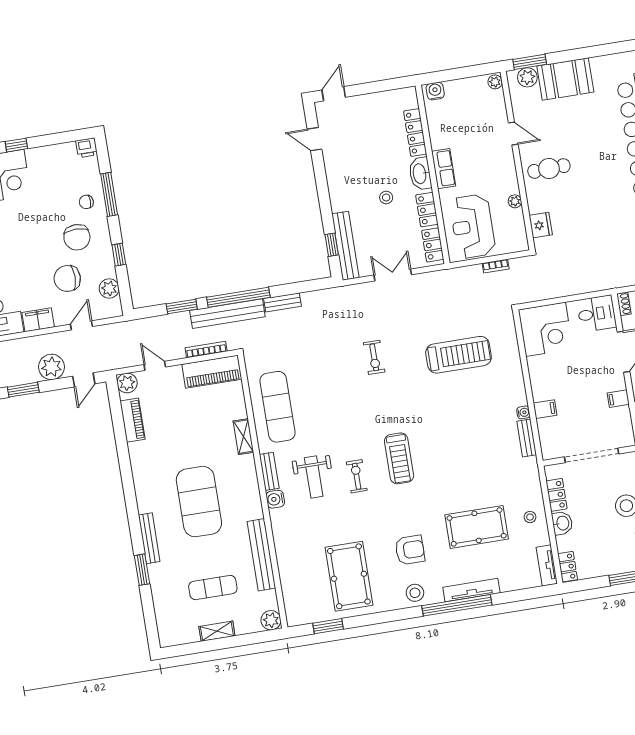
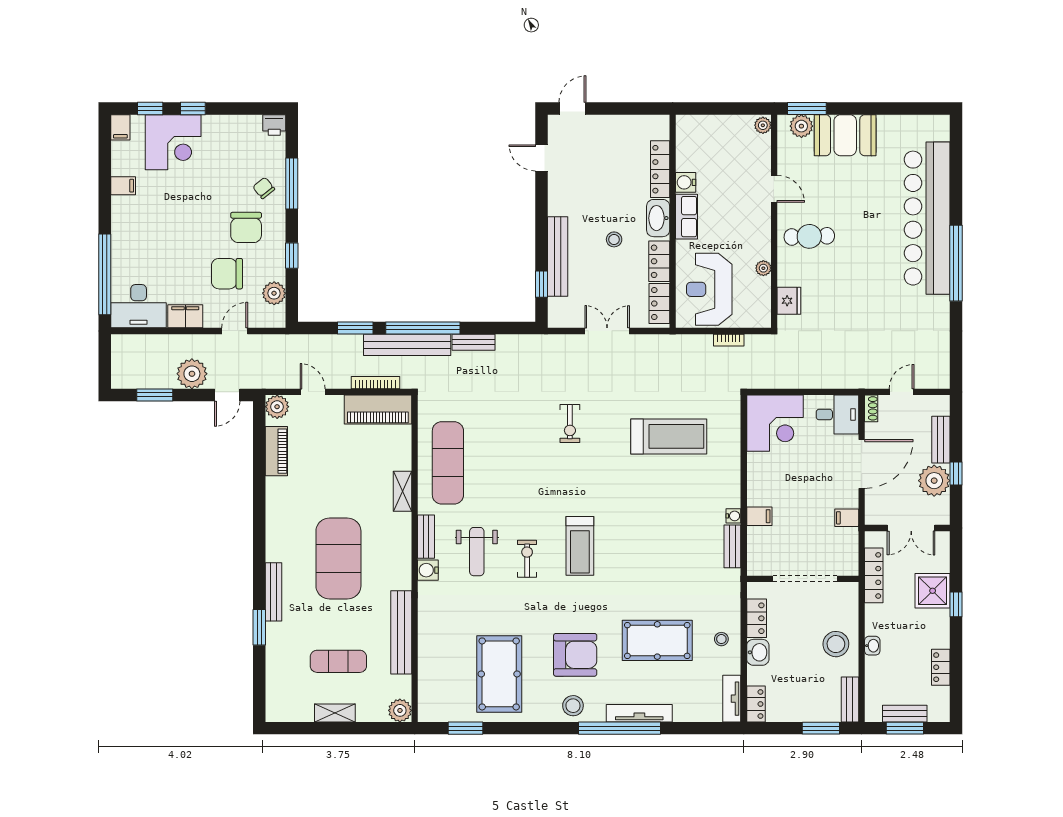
water cooler: (435, 91) -> (686, 182), moved, turned -90
chair: (86, 202) -> (264, 188), turned 51
bench: (346, 246) -> (558, 256), moved
armchair: (410, 550) -> (575, 655), width x1.36, depth x1.36

